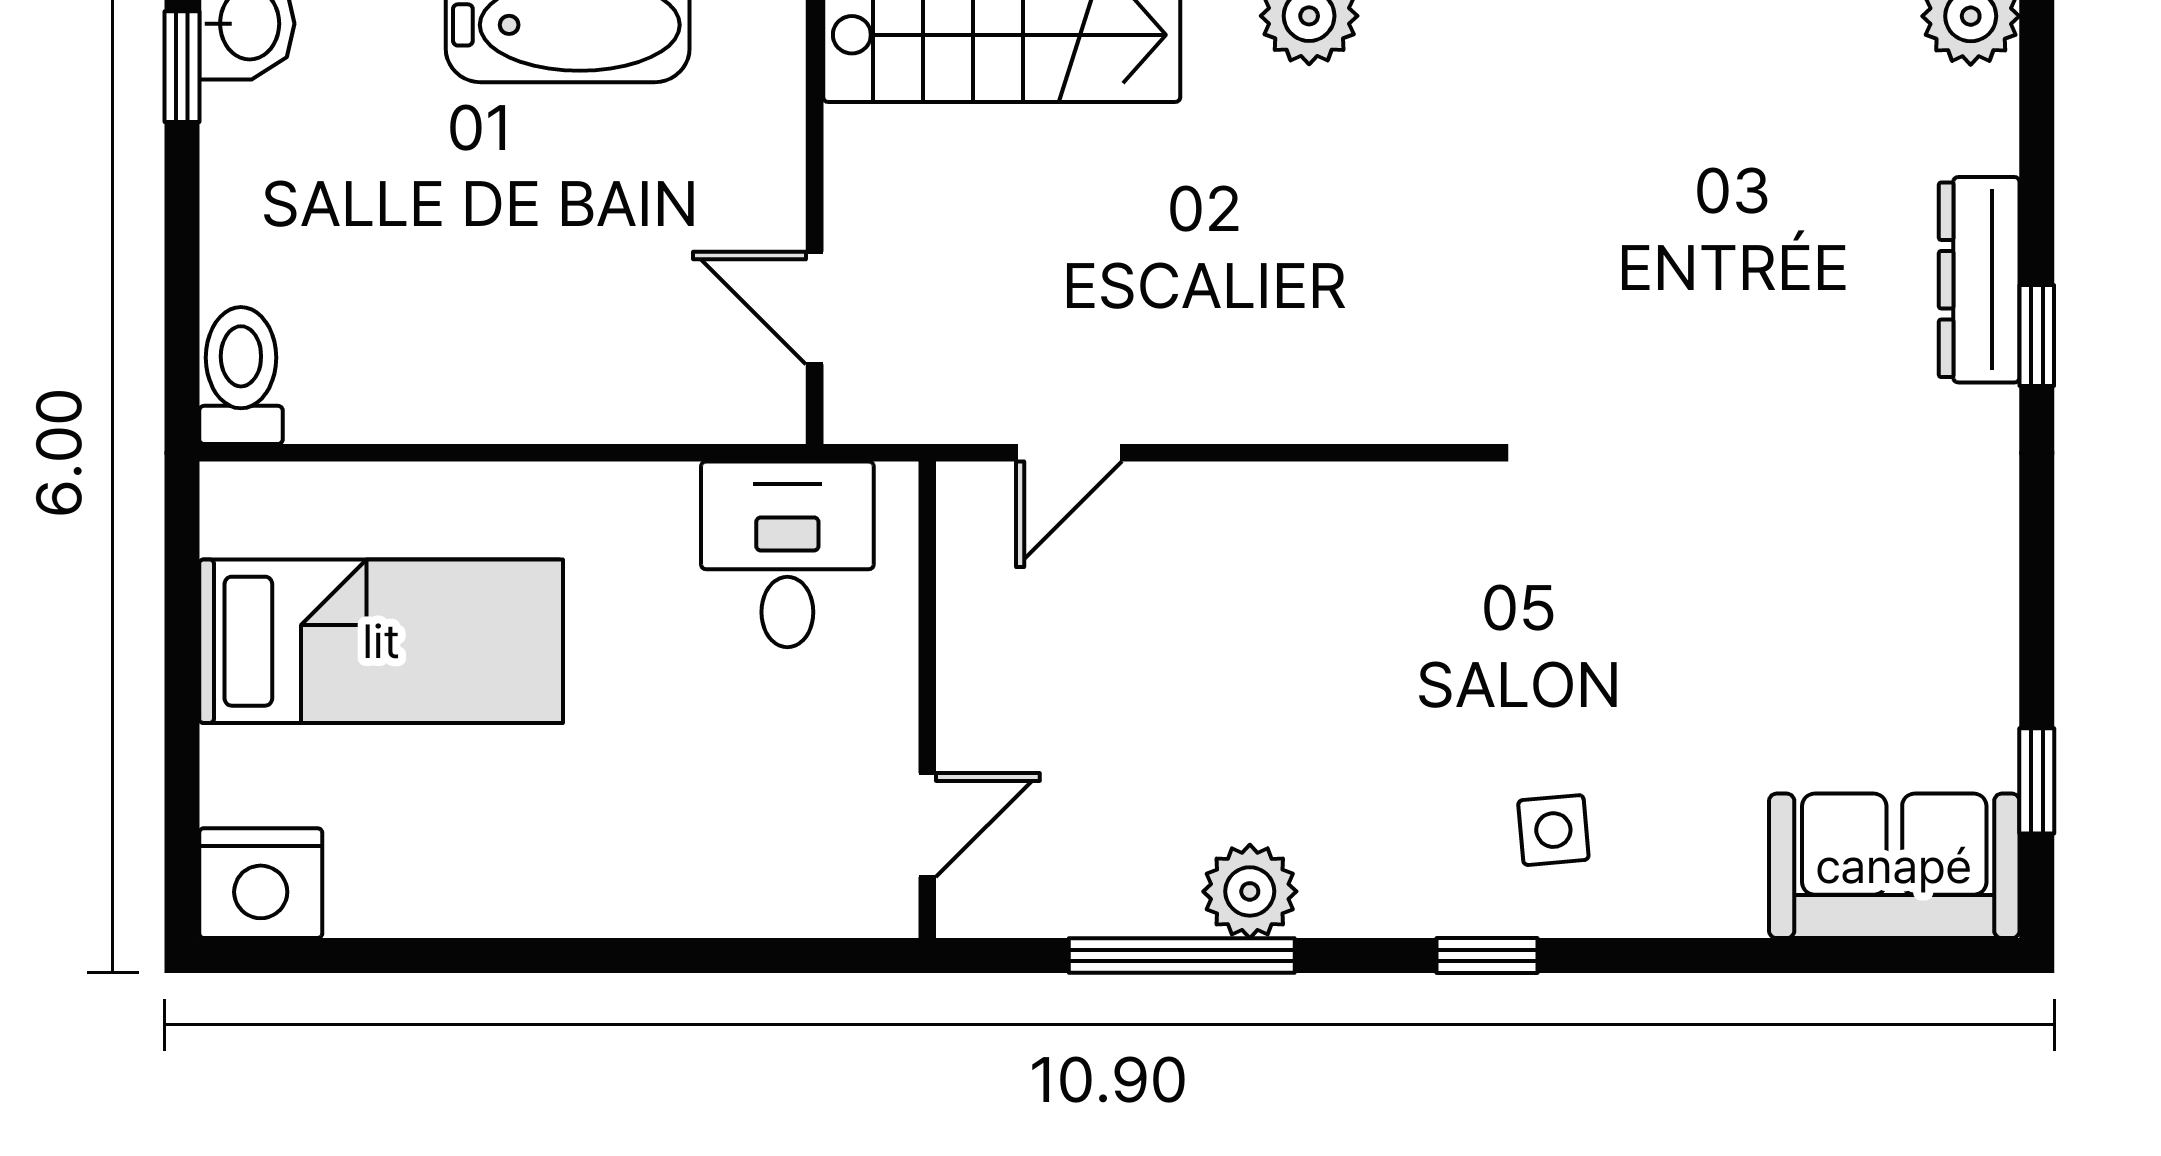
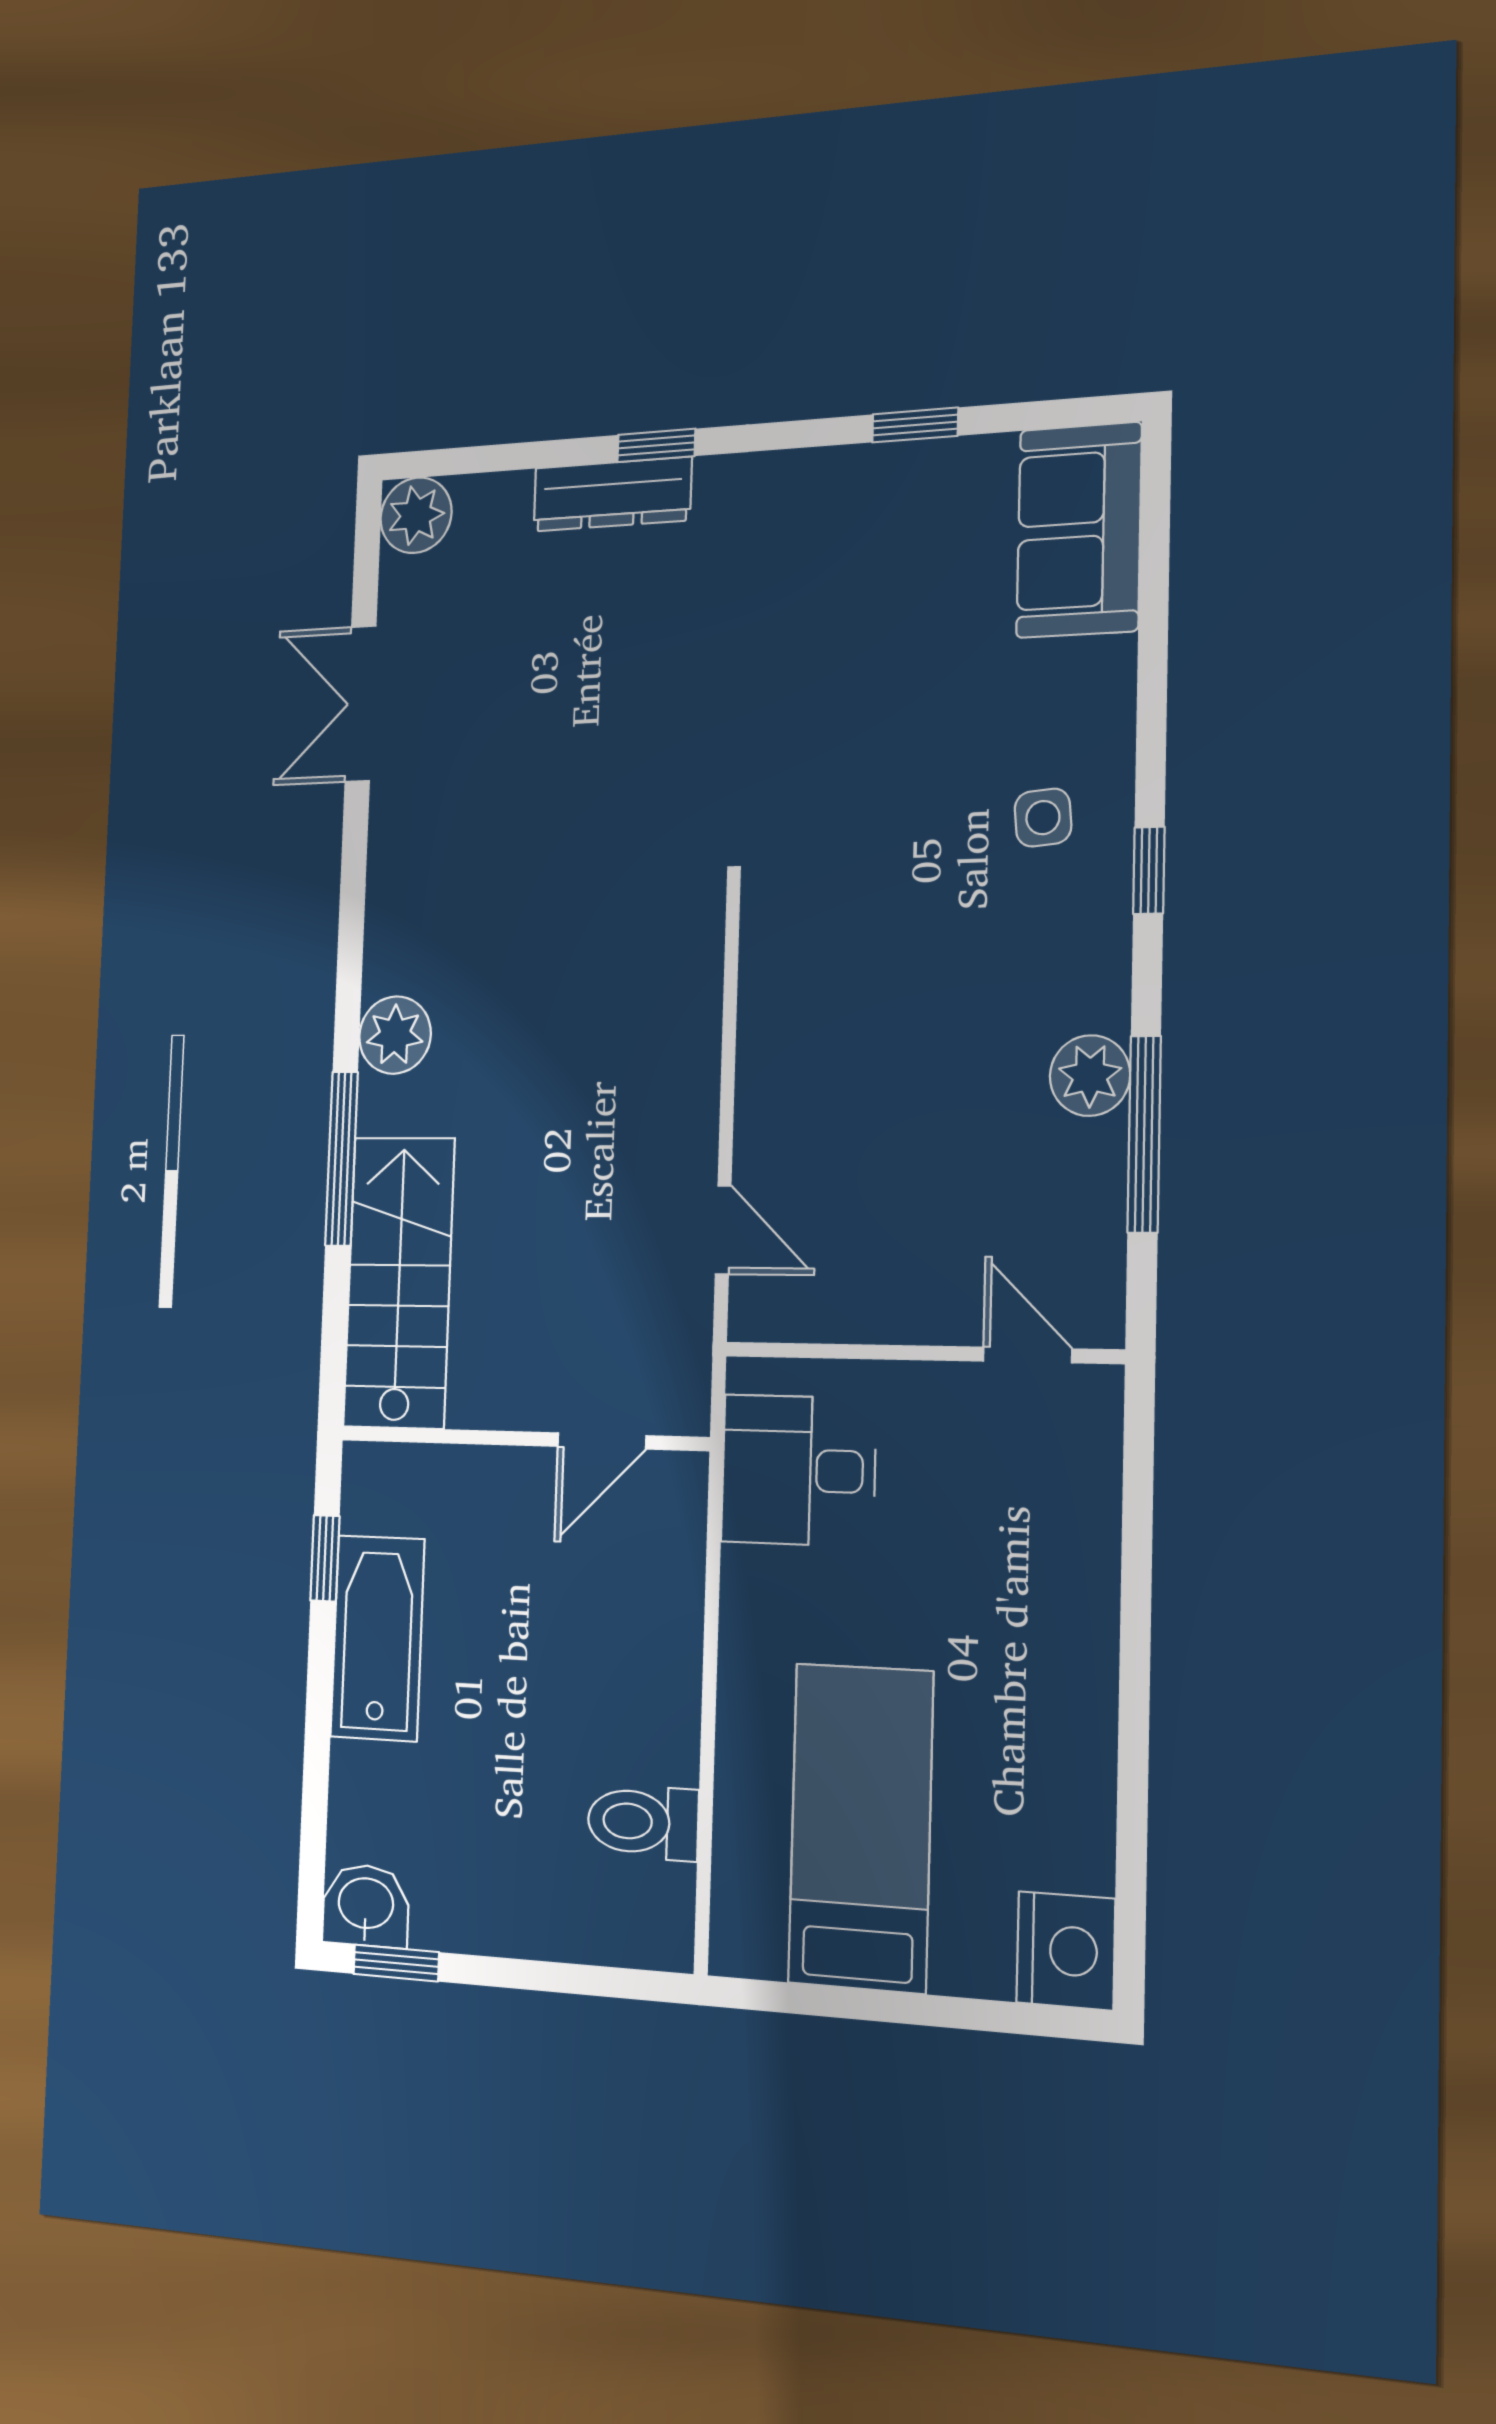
toilet: (241, 376) -> (643, 1822), moved
window: (2037, 781) -> (915, 425), moved

